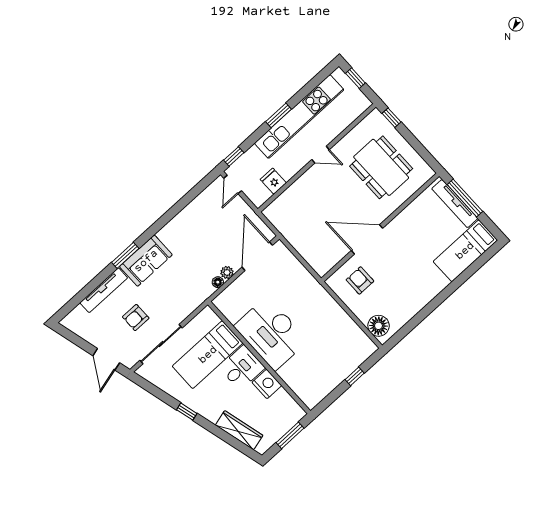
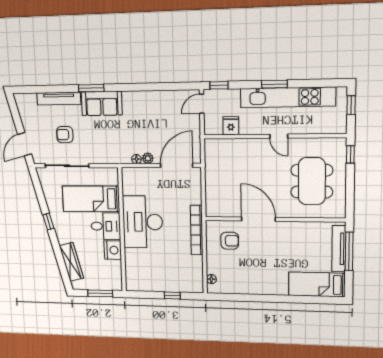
armchair: (360, 280) -> (230, 241), turned 90
bookcase: (324, 297) -> (197, 230), added
floor lamp: (379, 326) -> (211, 279), width x0.53, depth x0.53

